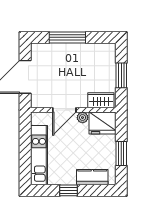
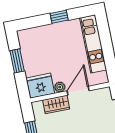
wardrobe: (101, 100) -> (56, 104), moved
kitchen counter: (92, 177) -> (39, 34), removed

